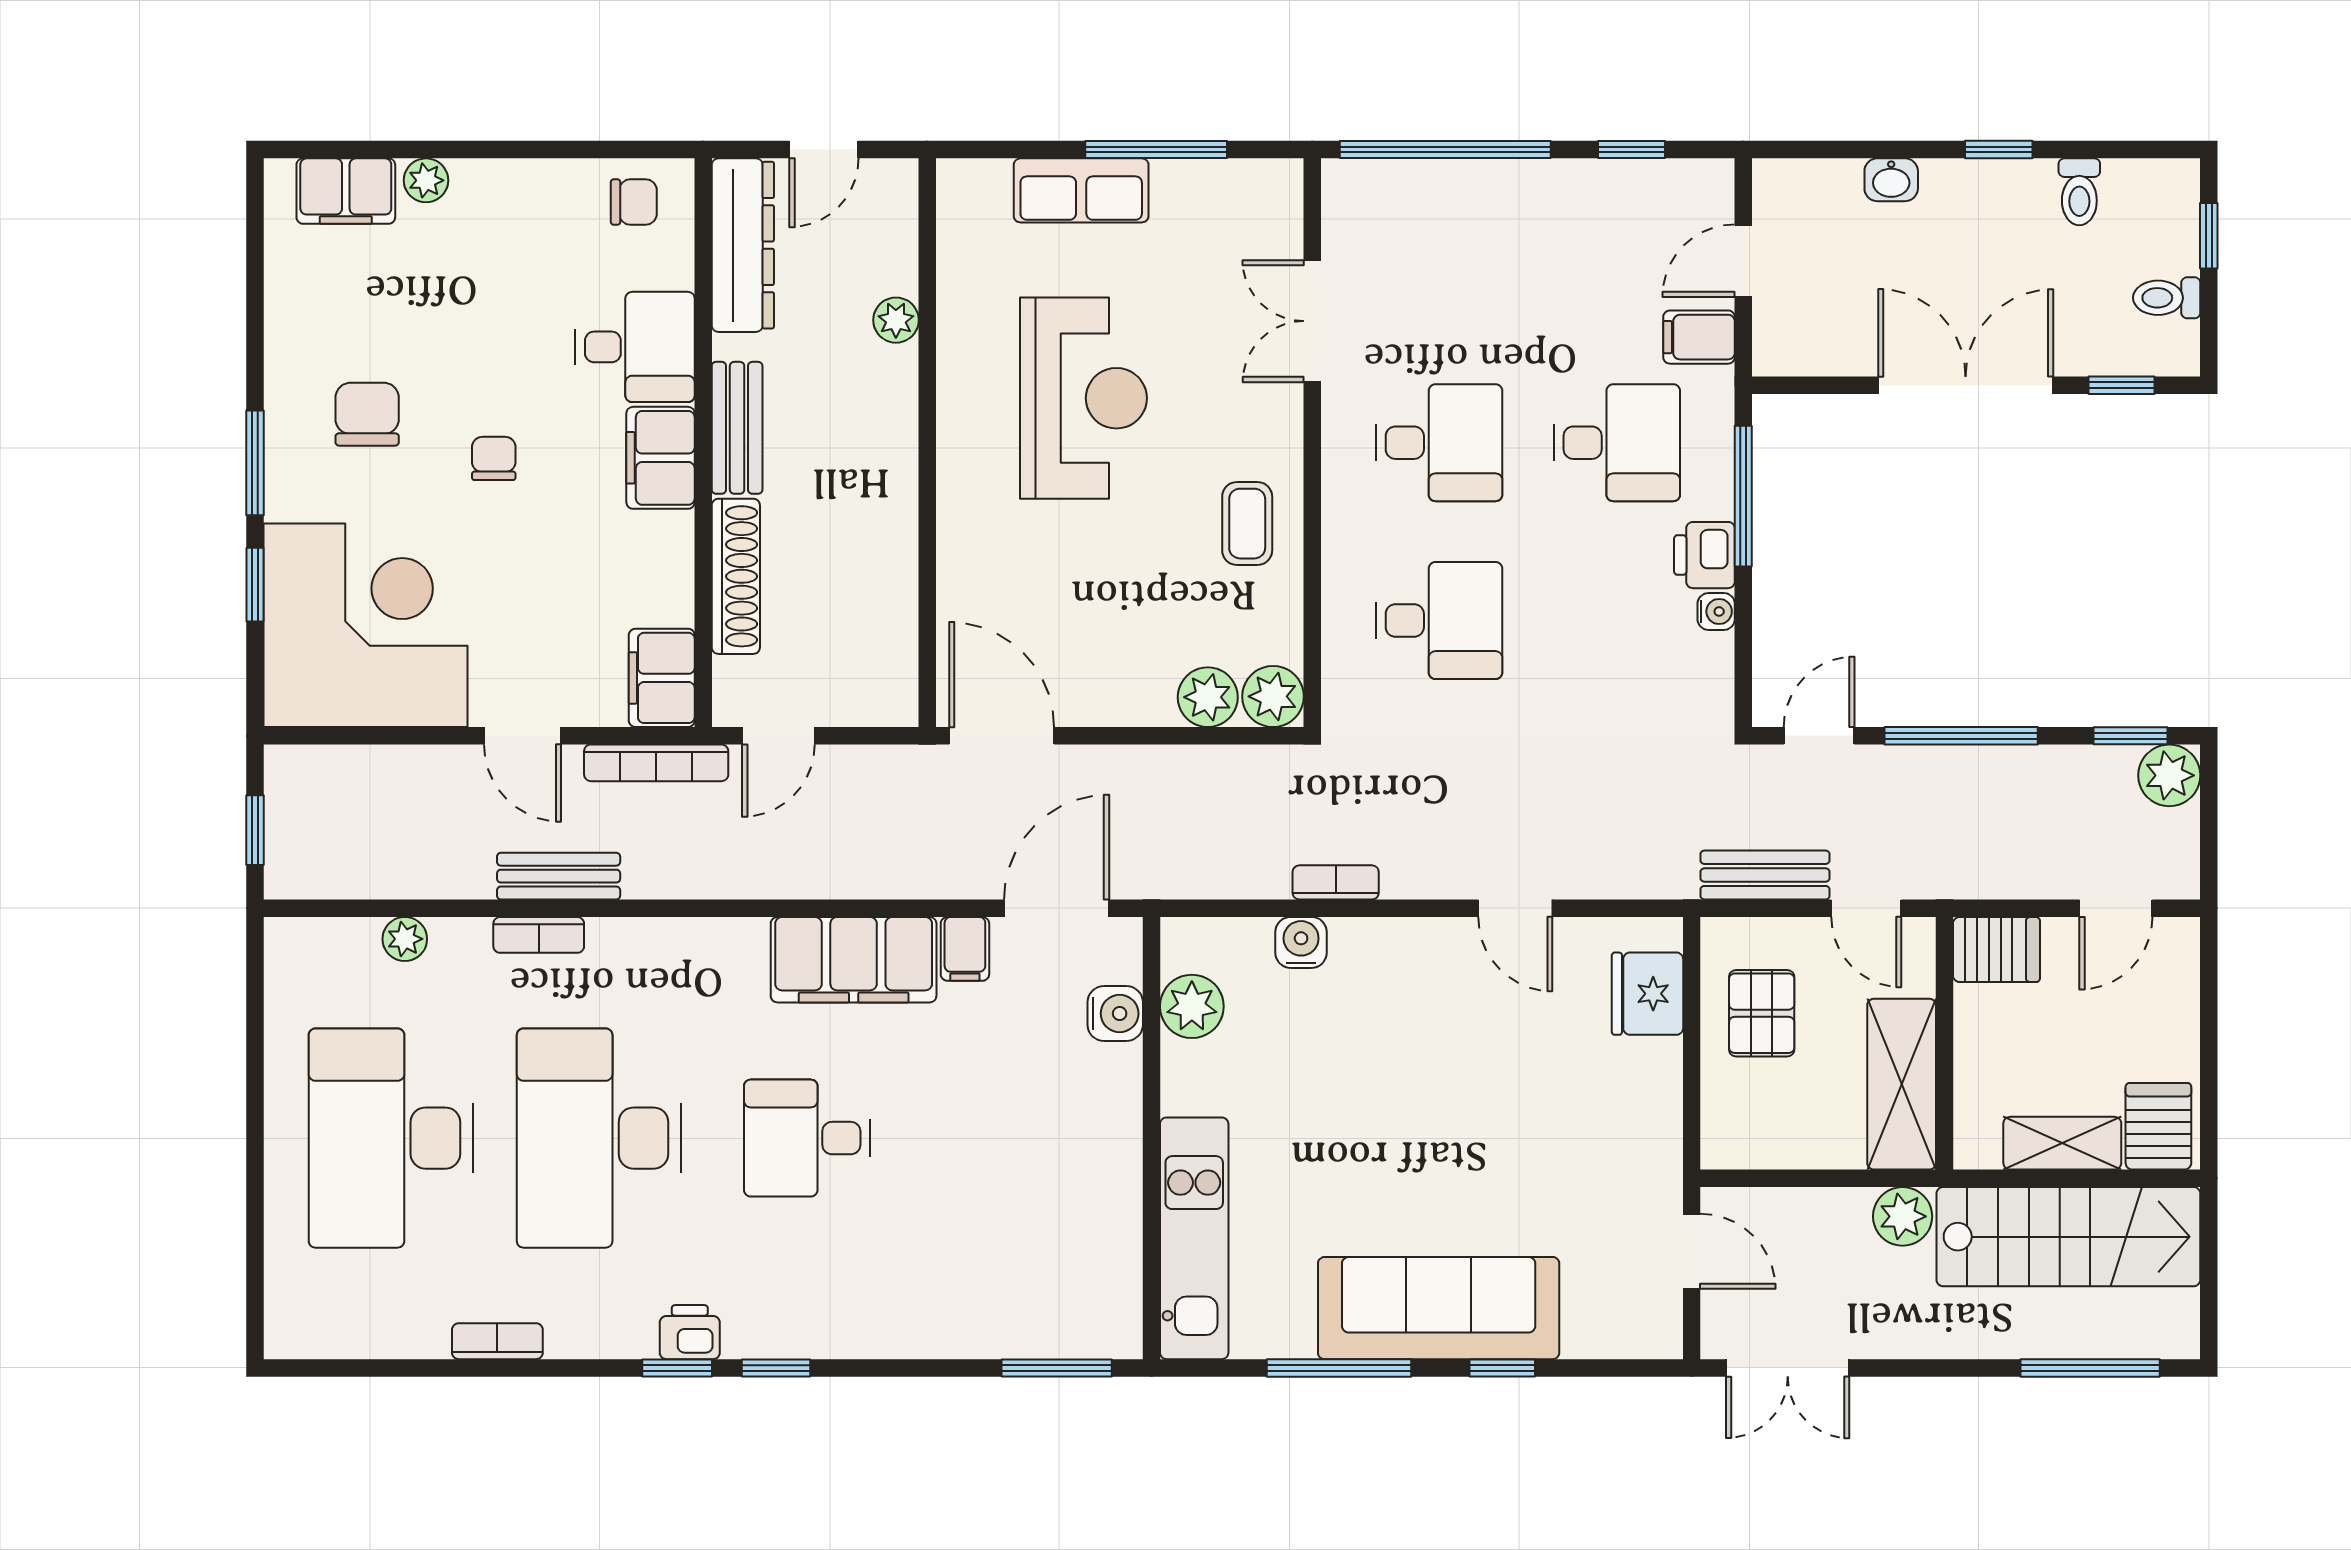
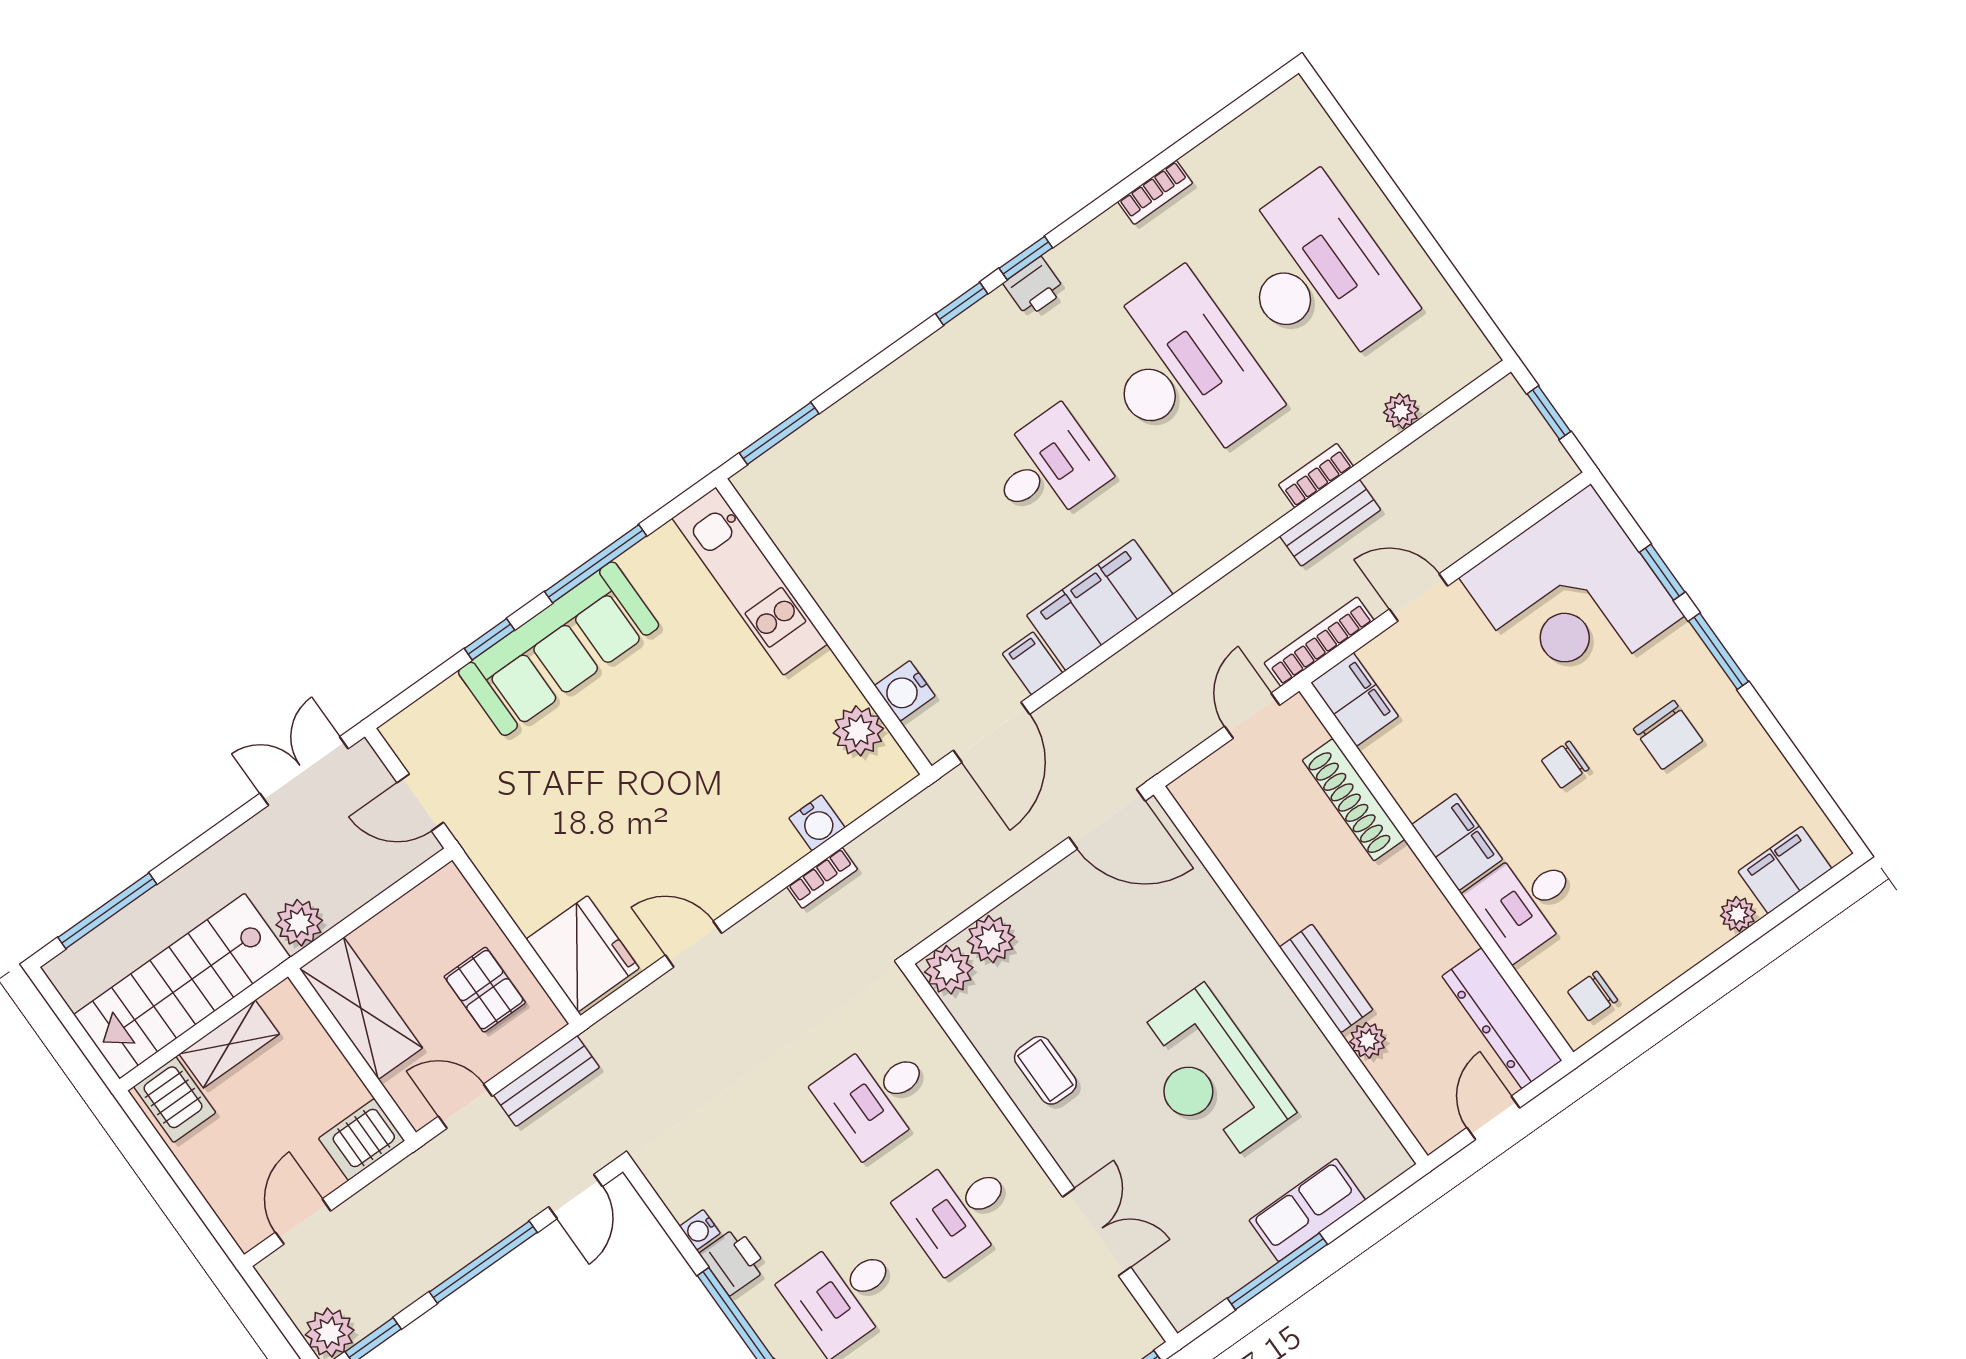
bench: (737, 428) -> (1326, 978), moved
chair: (494, 458) -> (1565, 765), turned 90
fridge: (1647, 994) -> (583, 954), width x1.36, depth x1.34

